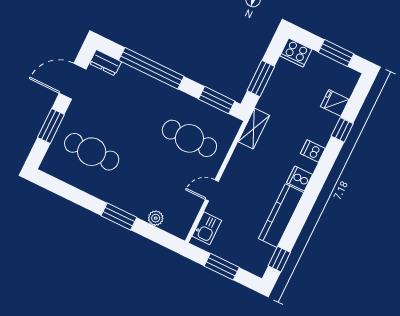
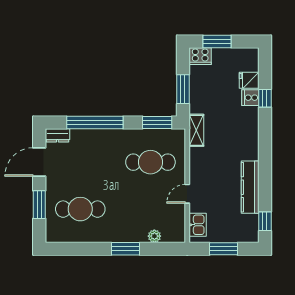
window: (336, 53) -> (217, 41), moved
dishwasher: (313, 151) -> (250, 126), removed
cooker: (300, 179) -> (250, 98), moved

